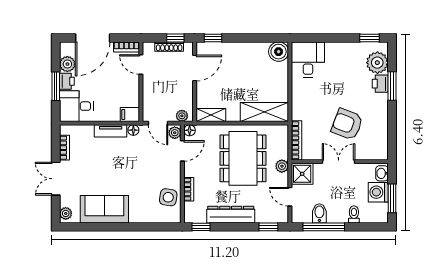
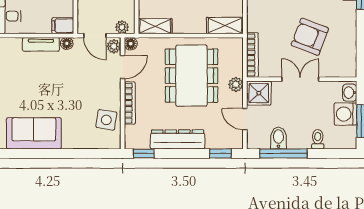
shelving: (264, 112) -> (225, 26), width x0.67, depth x0.75
bookcase: (189, 189) -> (130, 103), width x1.56

